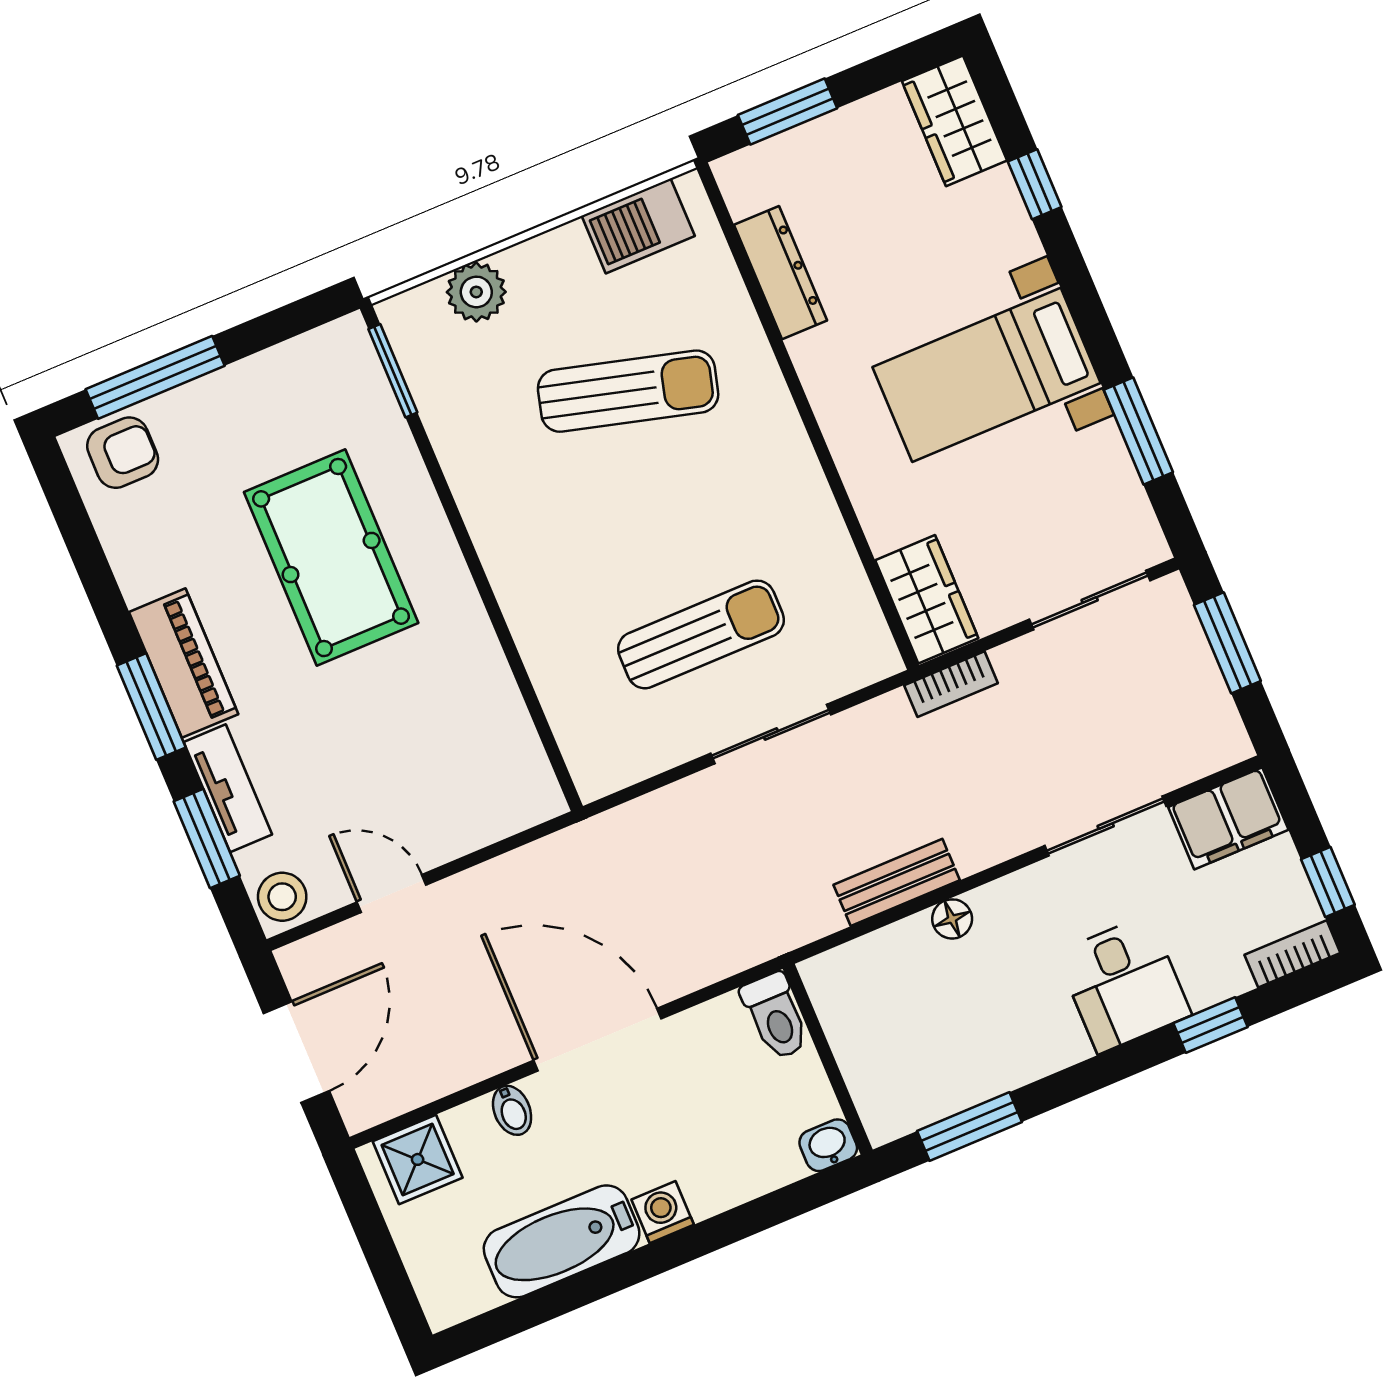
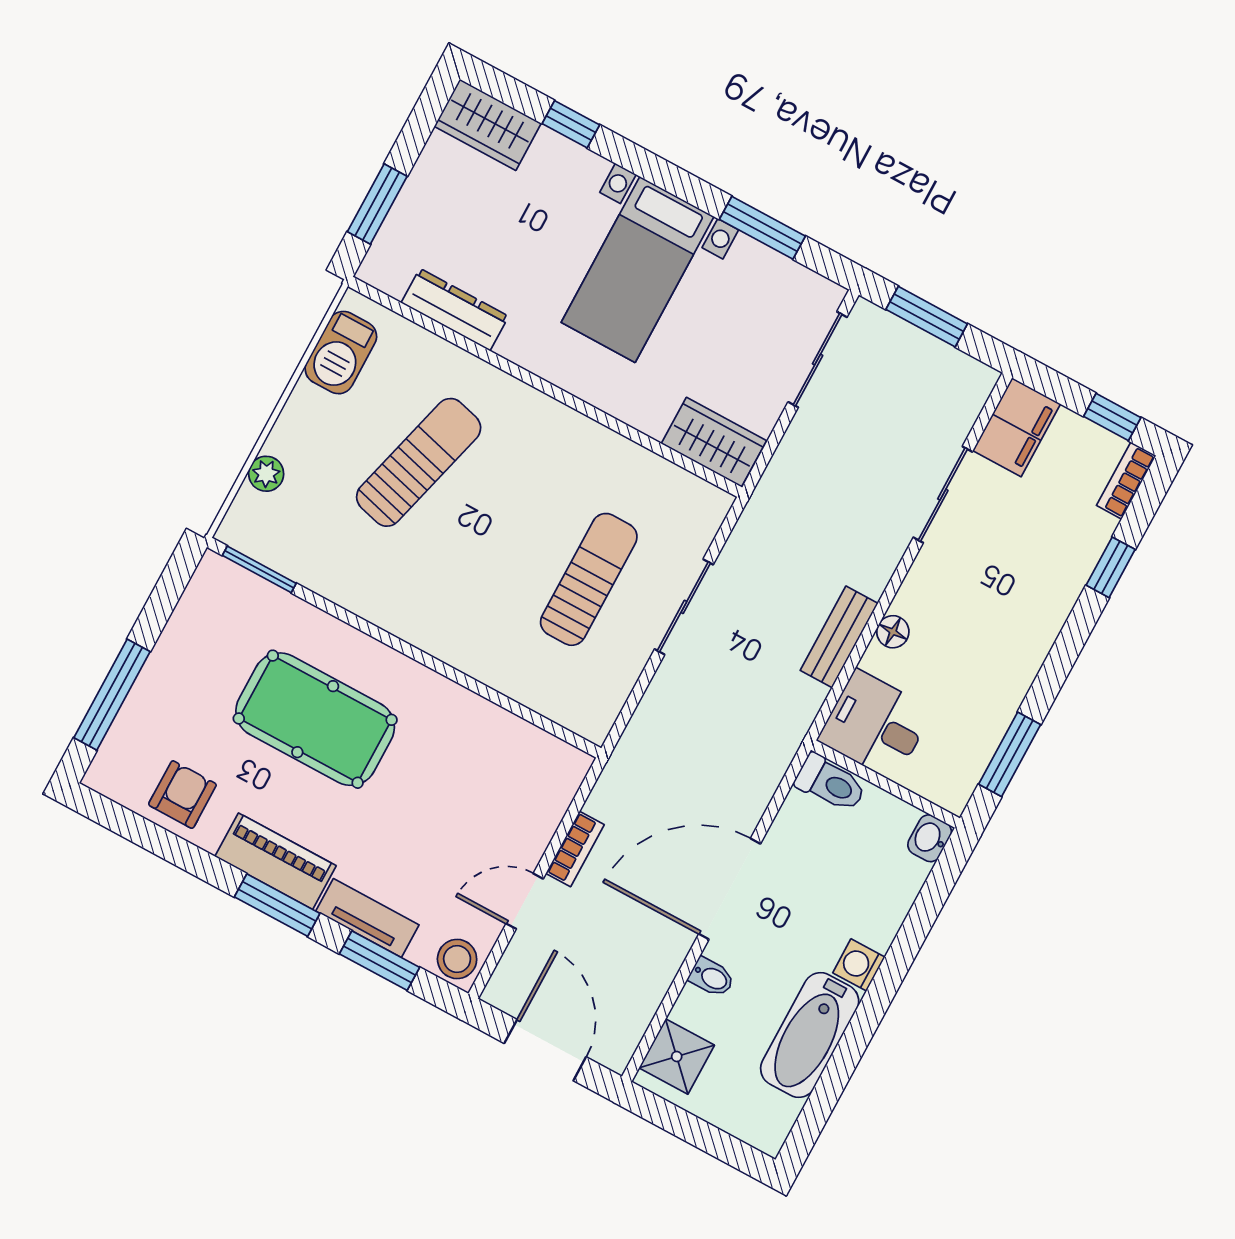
plant: (476, 292) -> (266, 474), width x0.73, depth x0.73
armchair: (123, 453) -> (182, 795), moved
bookcase: (951, 684) -> (575, 849), moved
desk: (1124, 984) -> (875, 725), moved, turned 180

